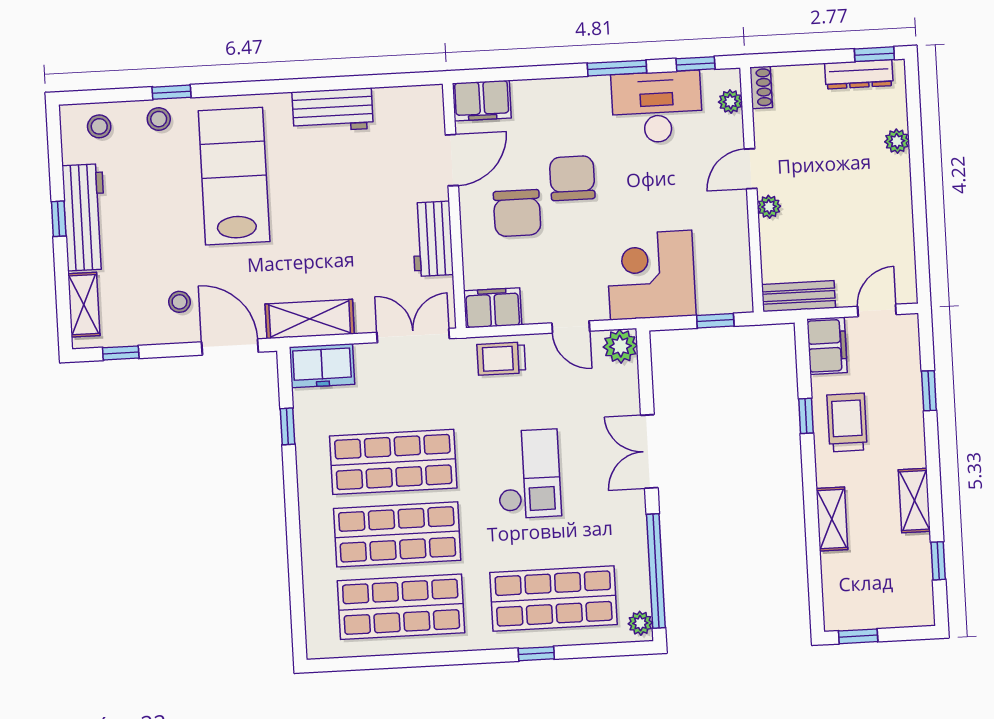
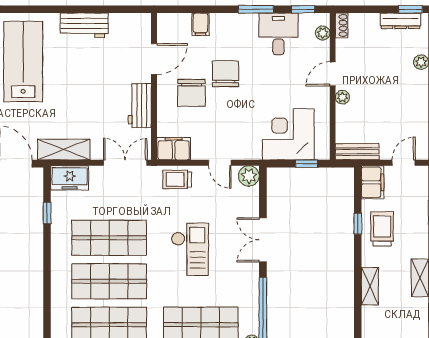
filing cabinet: (482, 101) -> (201, 24), moved, width x0.50
desk: (657, 107) -> (279, 34), width x0.73
corner desk: (651, 275) -> (288, 134), moved

